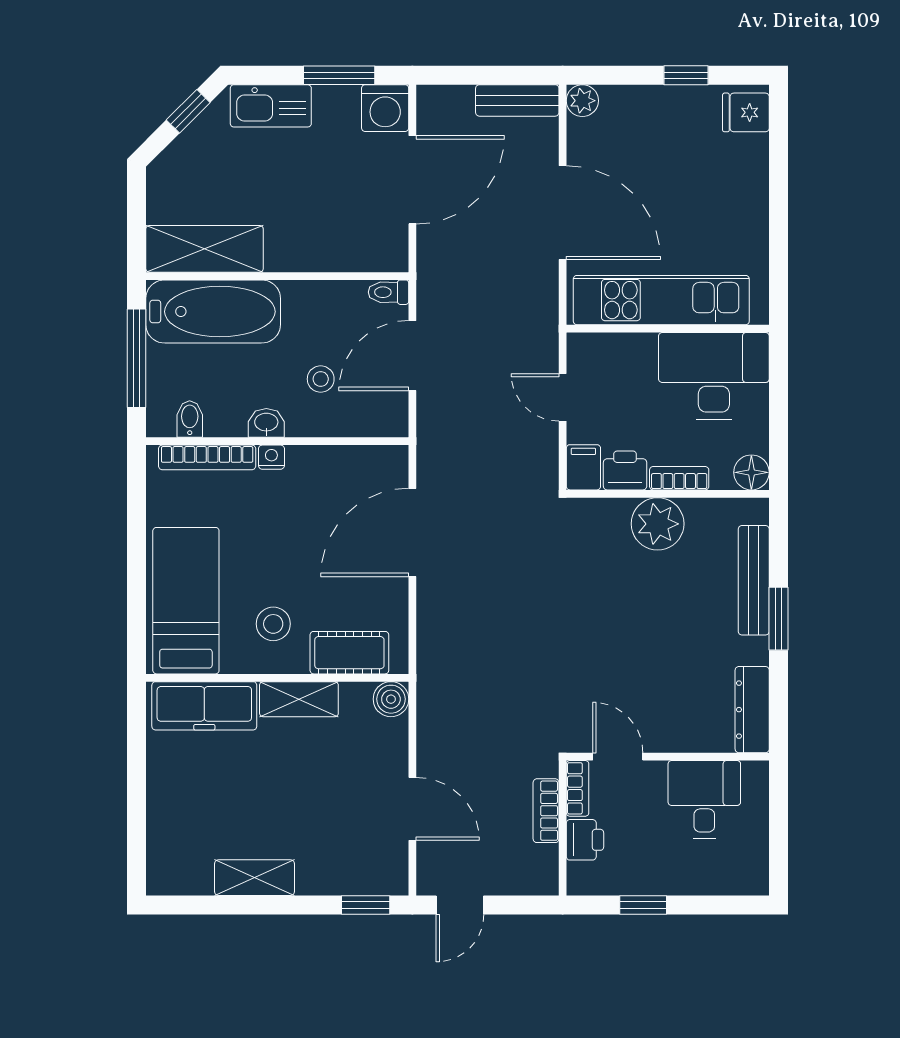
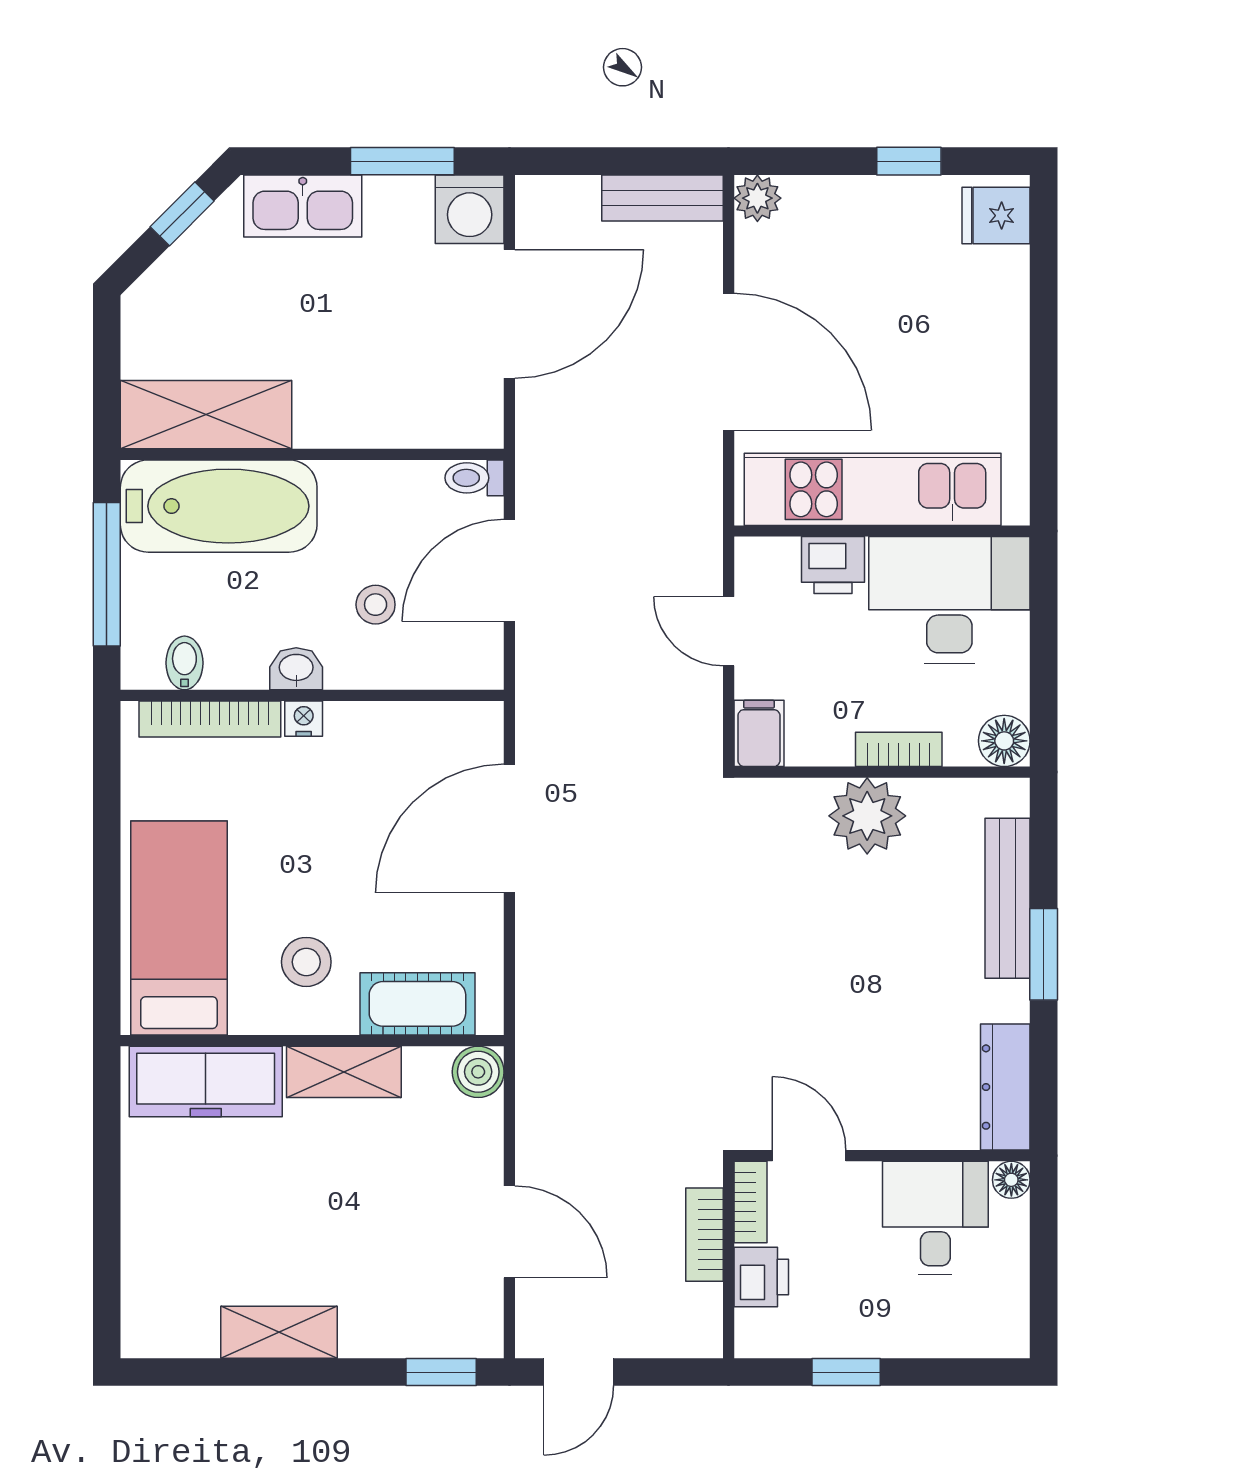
printer: (625, 470) -> (833, 565), moved, turned 180
floor lamp: (756, 773) -> (1011, 1180), added

